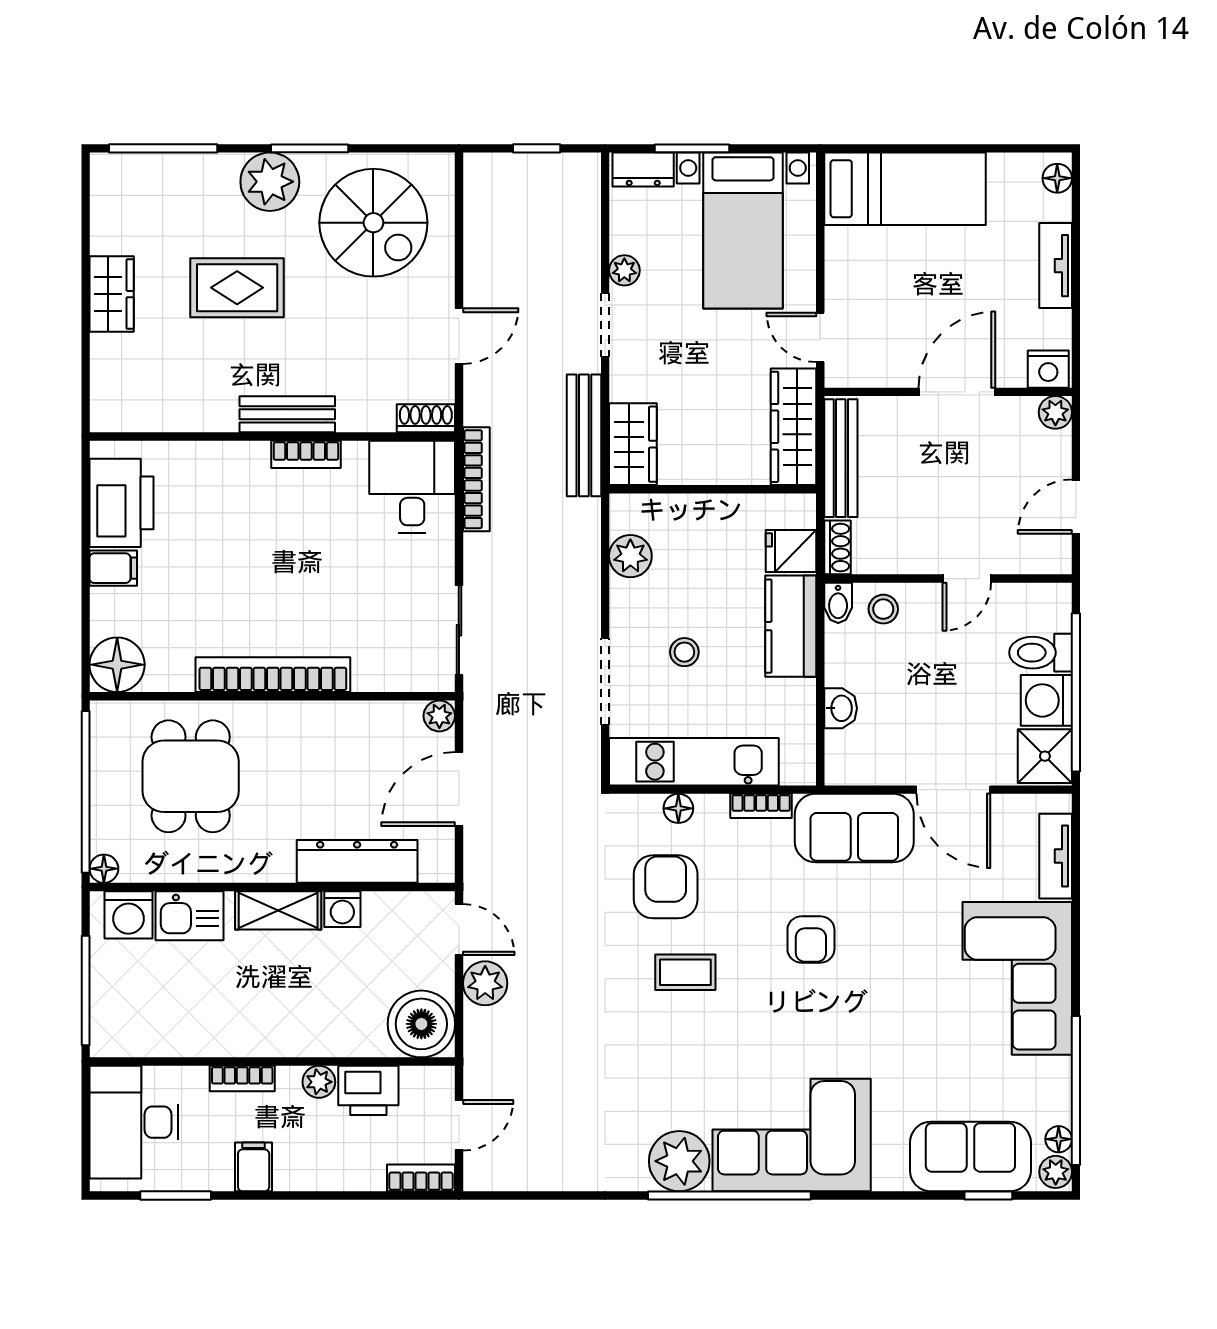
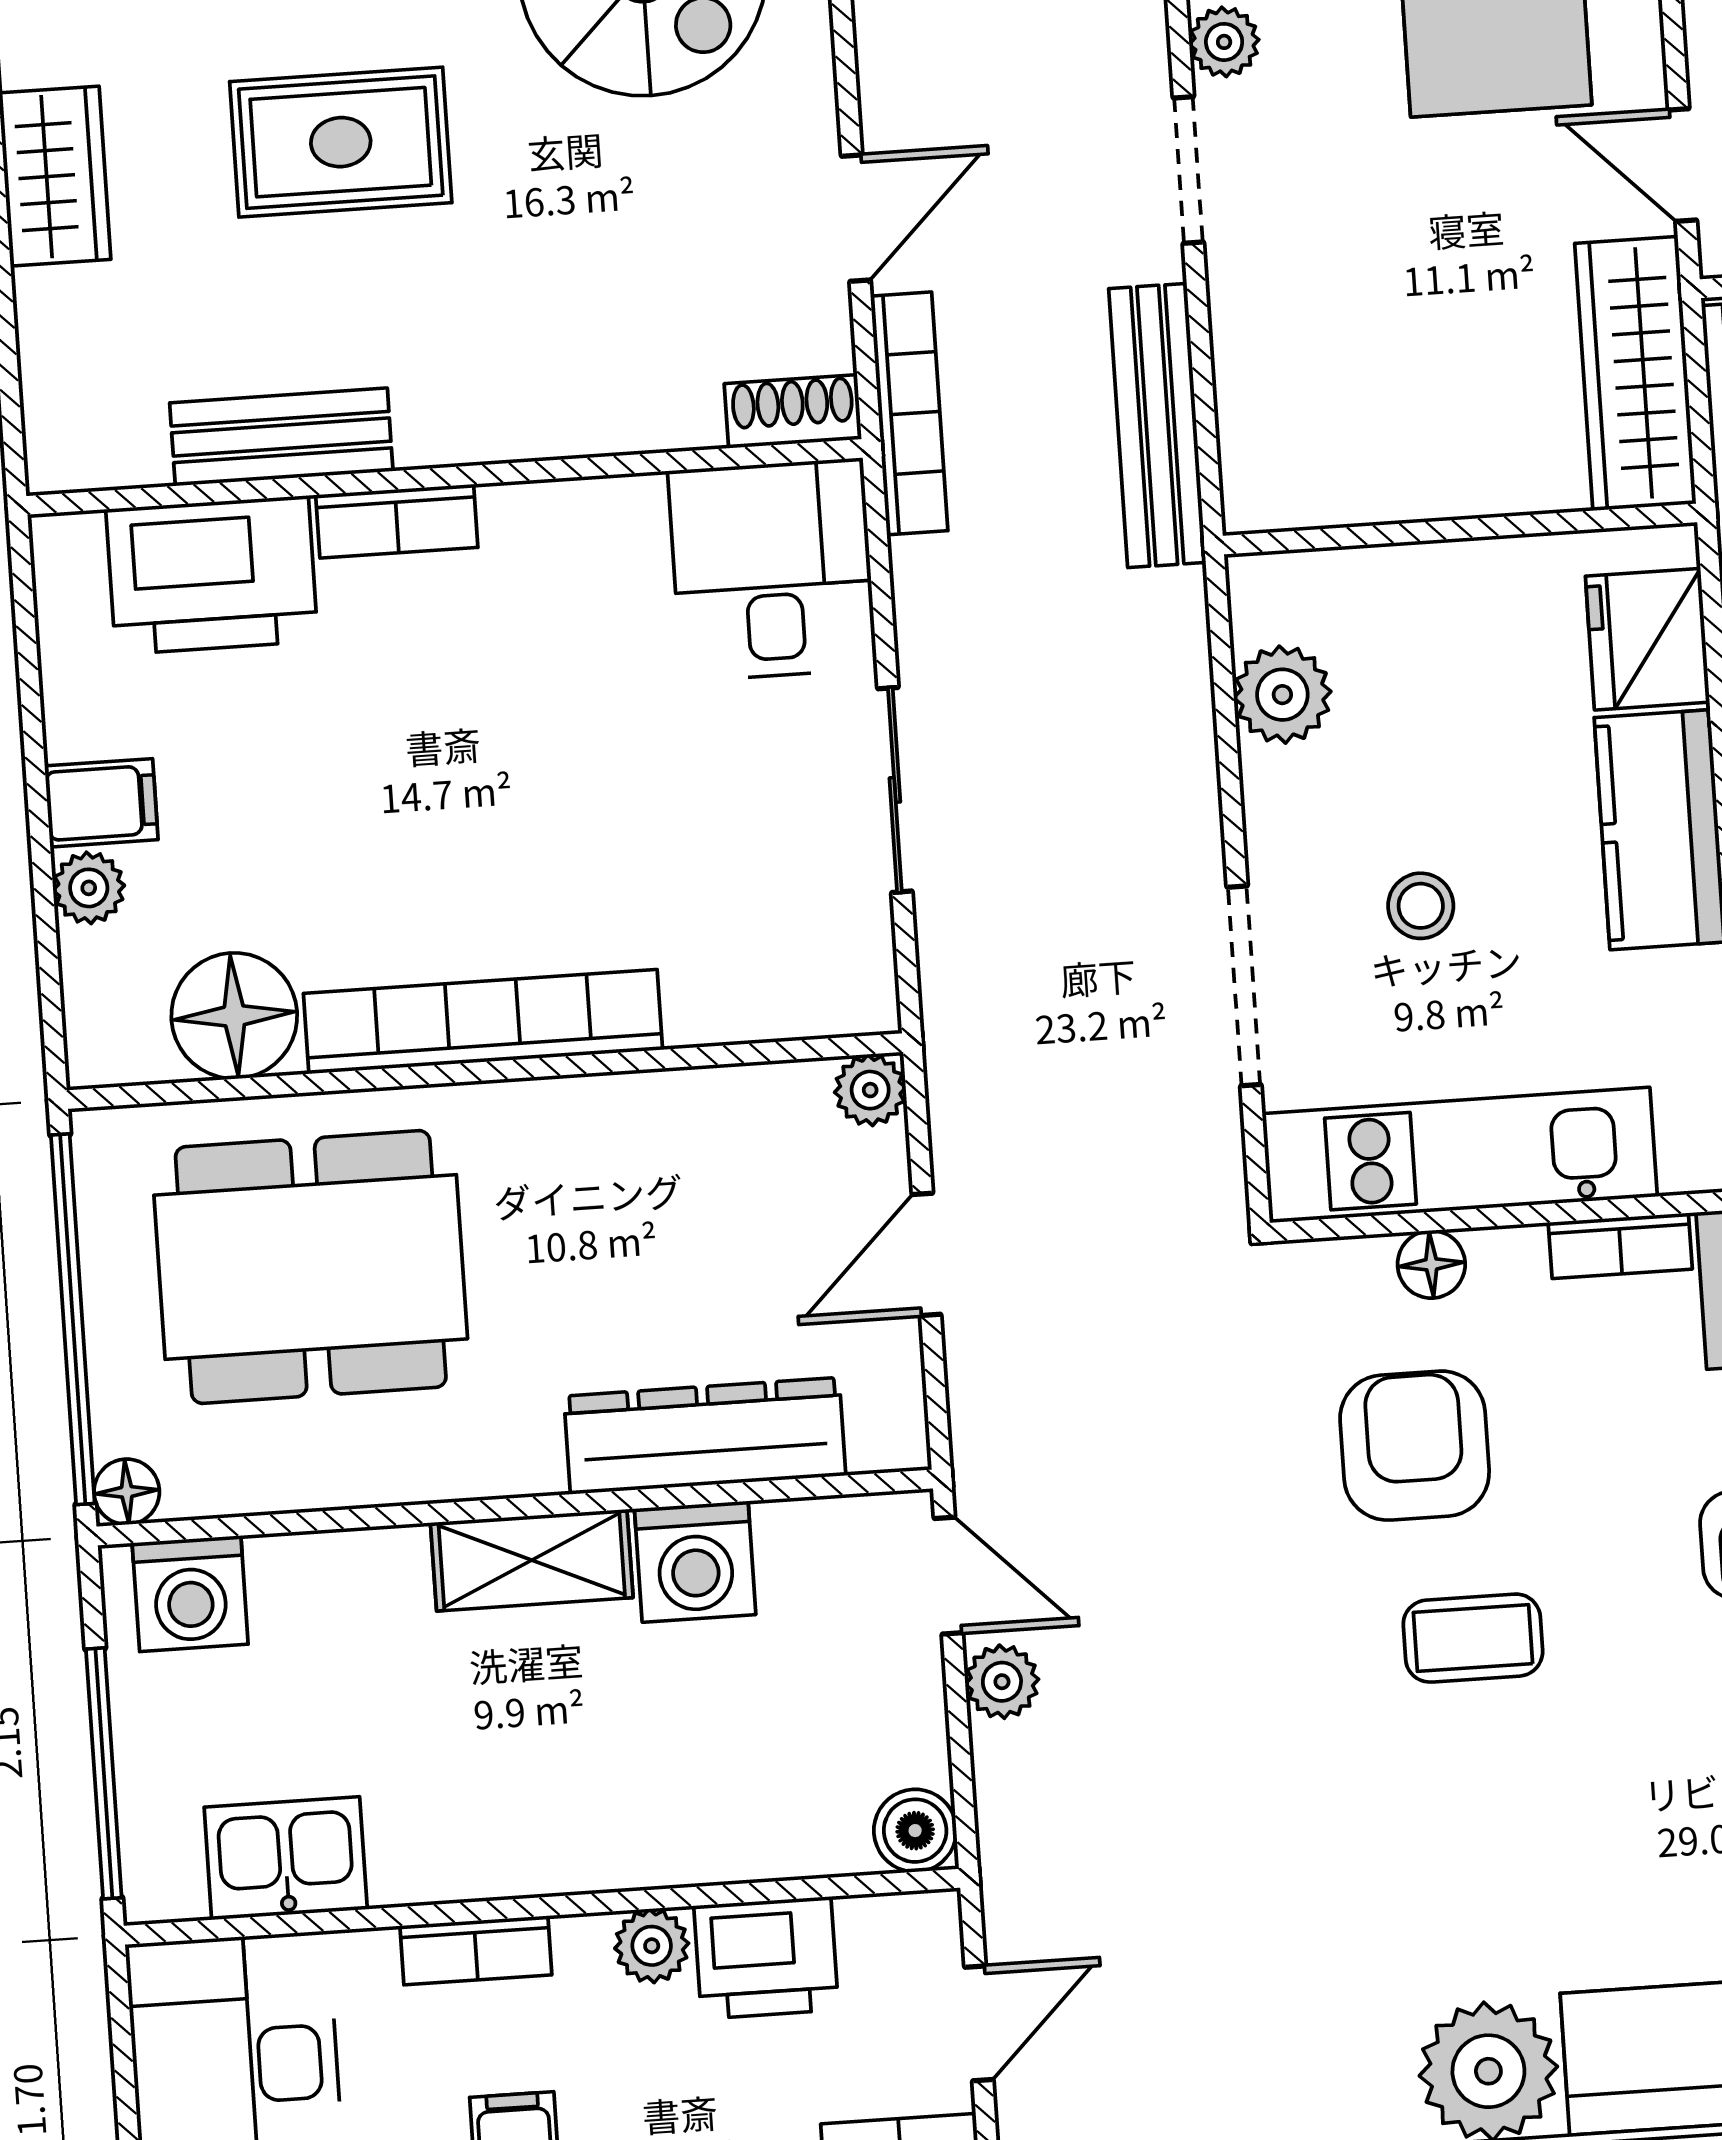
bench: (287, 414) -> (281, 437), moved
wardrobe: (633, 444) -> (1271, 438), removed
bookcase: (306, 454) -> (397, 521), moved
bookcase: (476, 479) -> (909, 413), moved
printer: (121, 503) -> (212, 575), moved, turned 90
fridge: (791, 551) -> (1648, 639), width x1.38
plant: (105, 605) -> (89, 888), added
sliding door: (459, 630) -> (895, 790), moved
floor lamp: (117, 665) -> (234, 1016), moved
dining table: (191, 776) -> (311, 1267), width x1.37
door: (459, 789) -> (927, 1254), width x0.73
washing machine: (342, 909) -> (695, 1562), width x1.38, depth x1.38
kitchen sink: (189, 916) -> (286, 1858), moved, turned 180
plant: (485, 983) -> (1002, 1682), width x0.73, depth x0.73
boiler: (421, 1024) -> (915, 1831), width x0.54, depth x0.54

